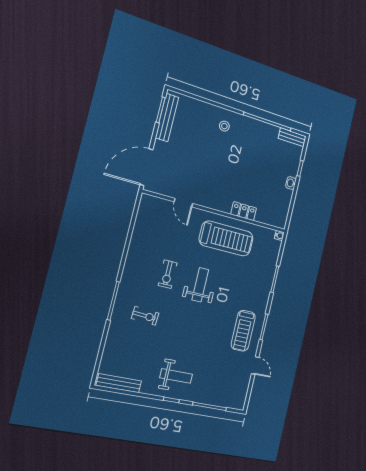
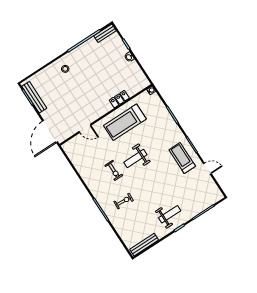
treadmill: (226, 239) -> (125, 122), turned 180
weight bench: (200, 285) -> (135, 159), turned -90
treadmill: (243, 331) -> (182, 158), turned 180

